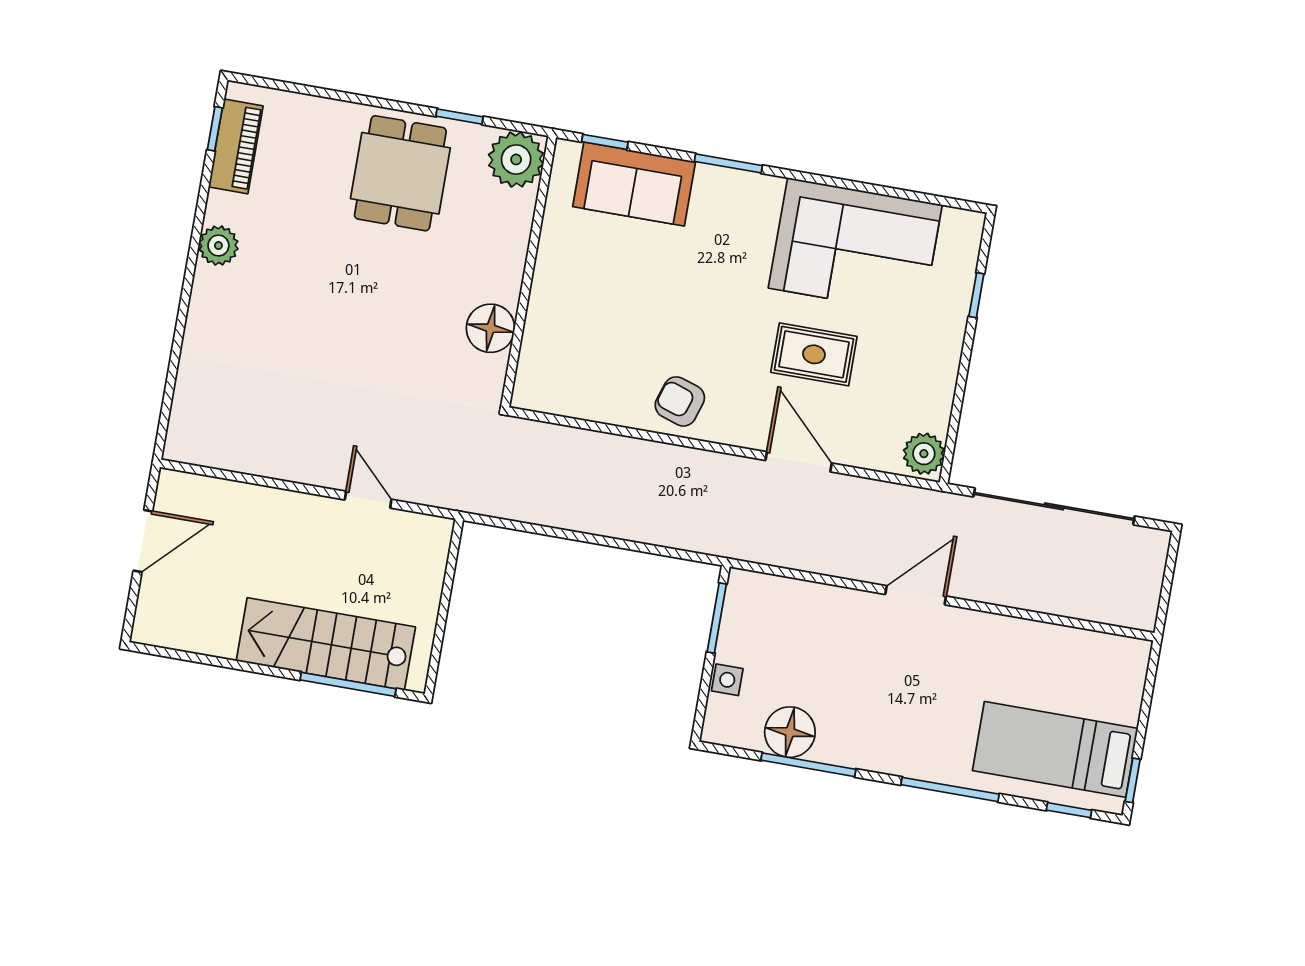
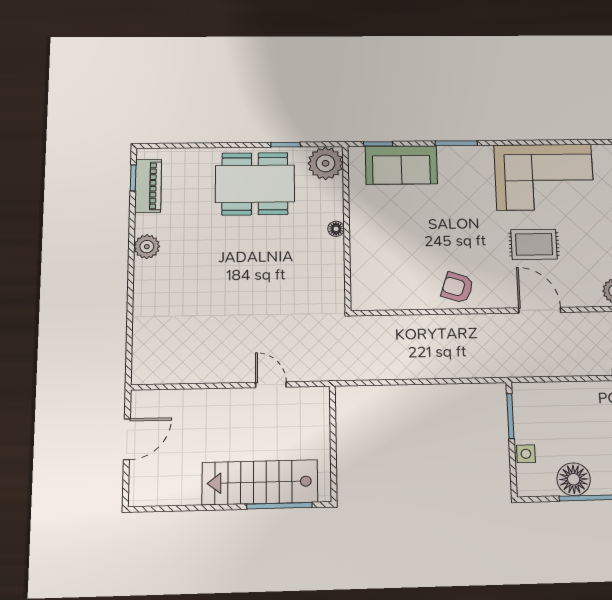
dining table: (400, 173) -> (255, 184), width x1.38
floor lamp: (491, 328) -> (336, 229), moved, width x0.53, depth x0.53

